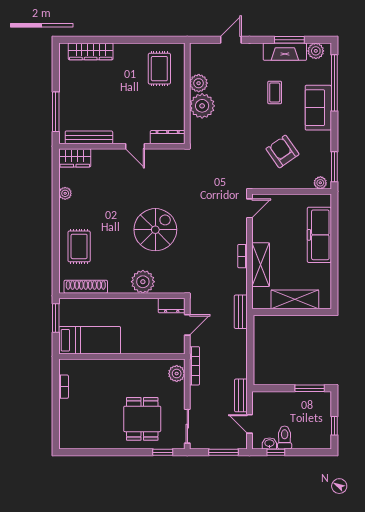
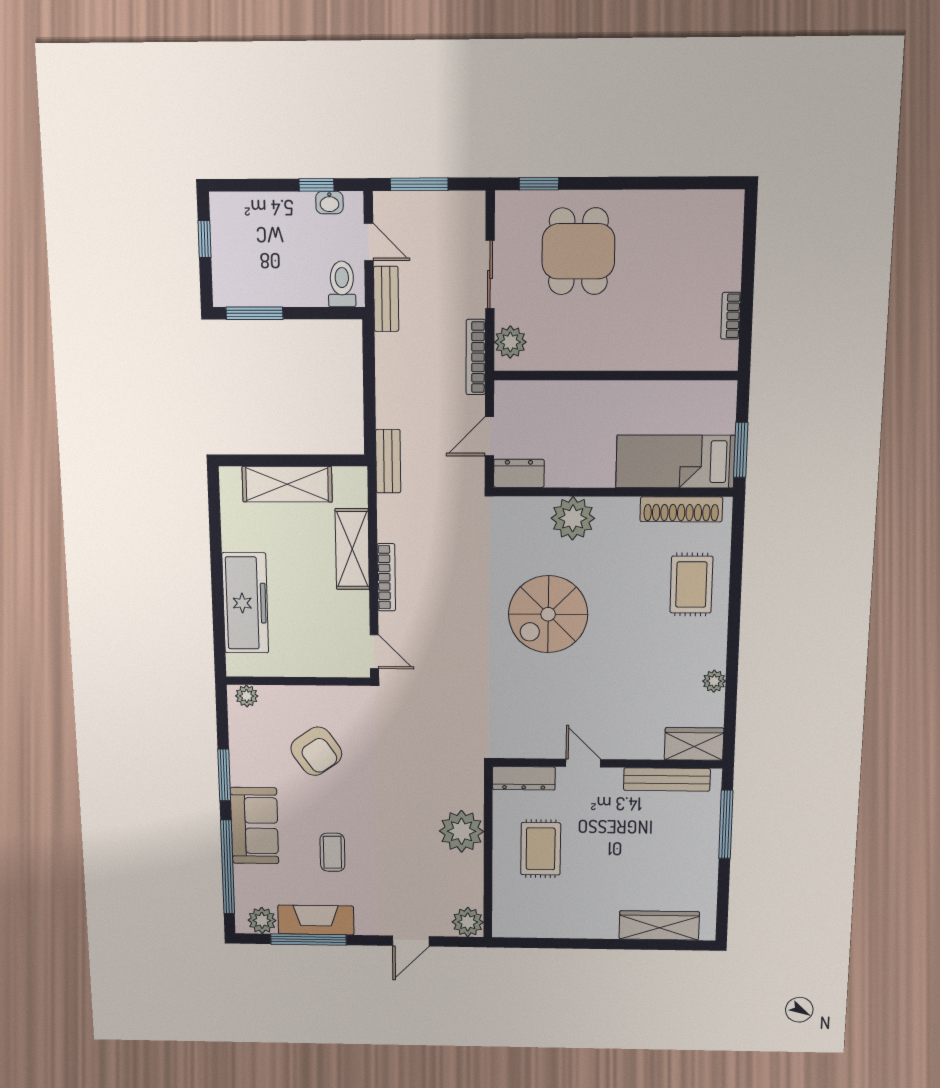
window: (289, 40) -> (308, 940), width x1.44
rug: (159, 69) -> (541, 849), moved
plant: (199, 83) -> (468, 922), moved
window: (334, 167) -> (224, 775), moved
door: (250, 208) -> (374, 652), swing flipped
bookcase: (242, 256) -> (386, 577), width x1.56
bed: (90, 340) -> (675, 462), moved
sliding door: (187, 426) -> (490, 275), moved
toilet: (285, 438) -> (342, 284), moved, turned 180

